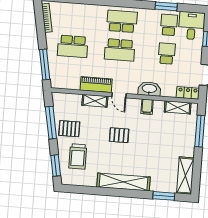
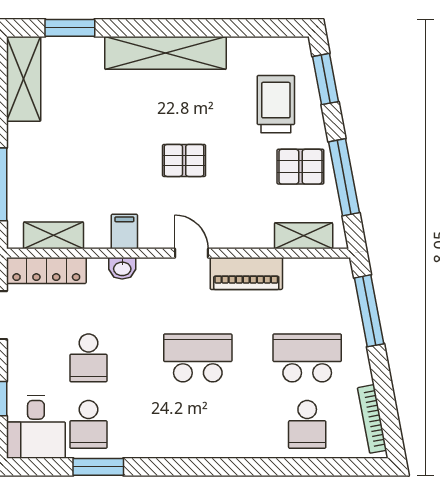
school desk: (122, 21) -> (307, 424), moved, width x0.54
washbasin: (149, 89) -> (122, 268), width x0.52, depth x0.69
locker: (188, 93) -> (46, 270), width x1.53
shelving: (95, 101) -> (304, 236), moved

